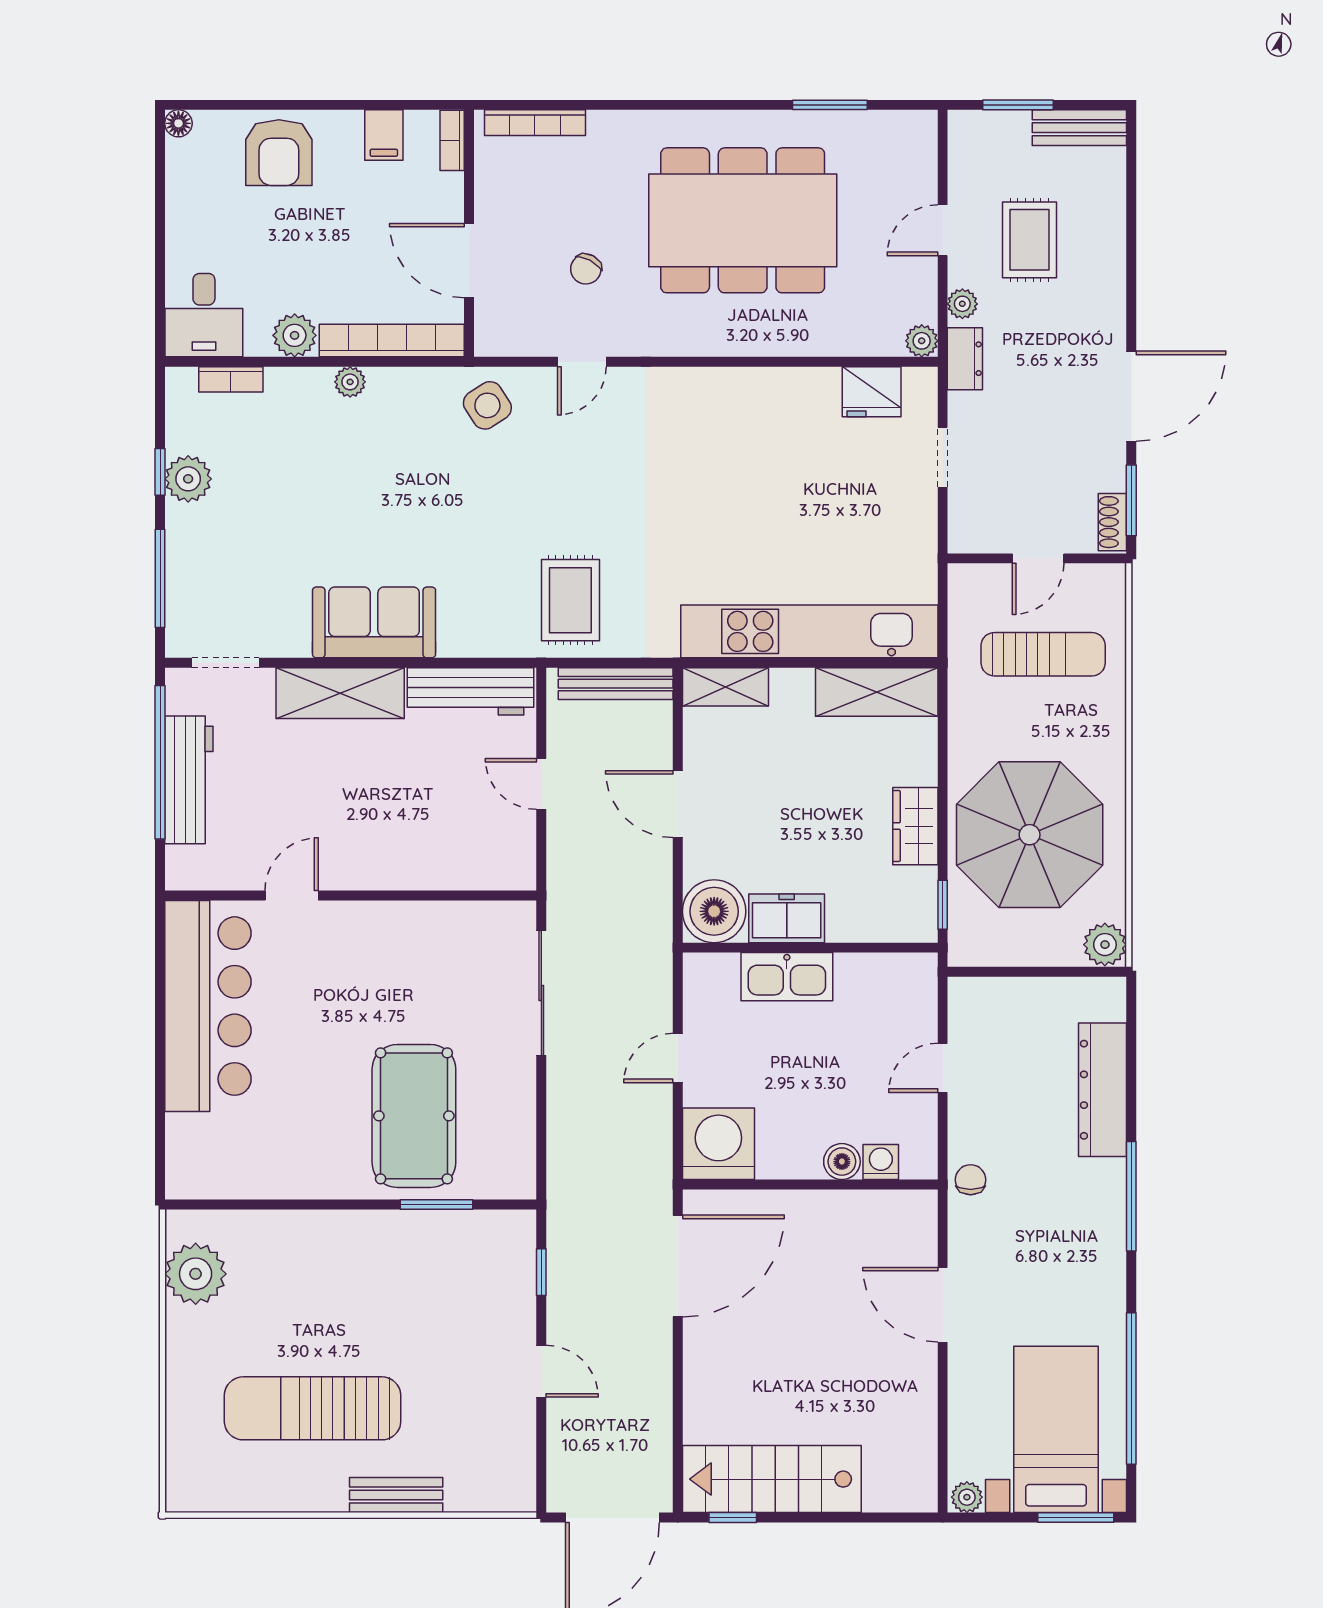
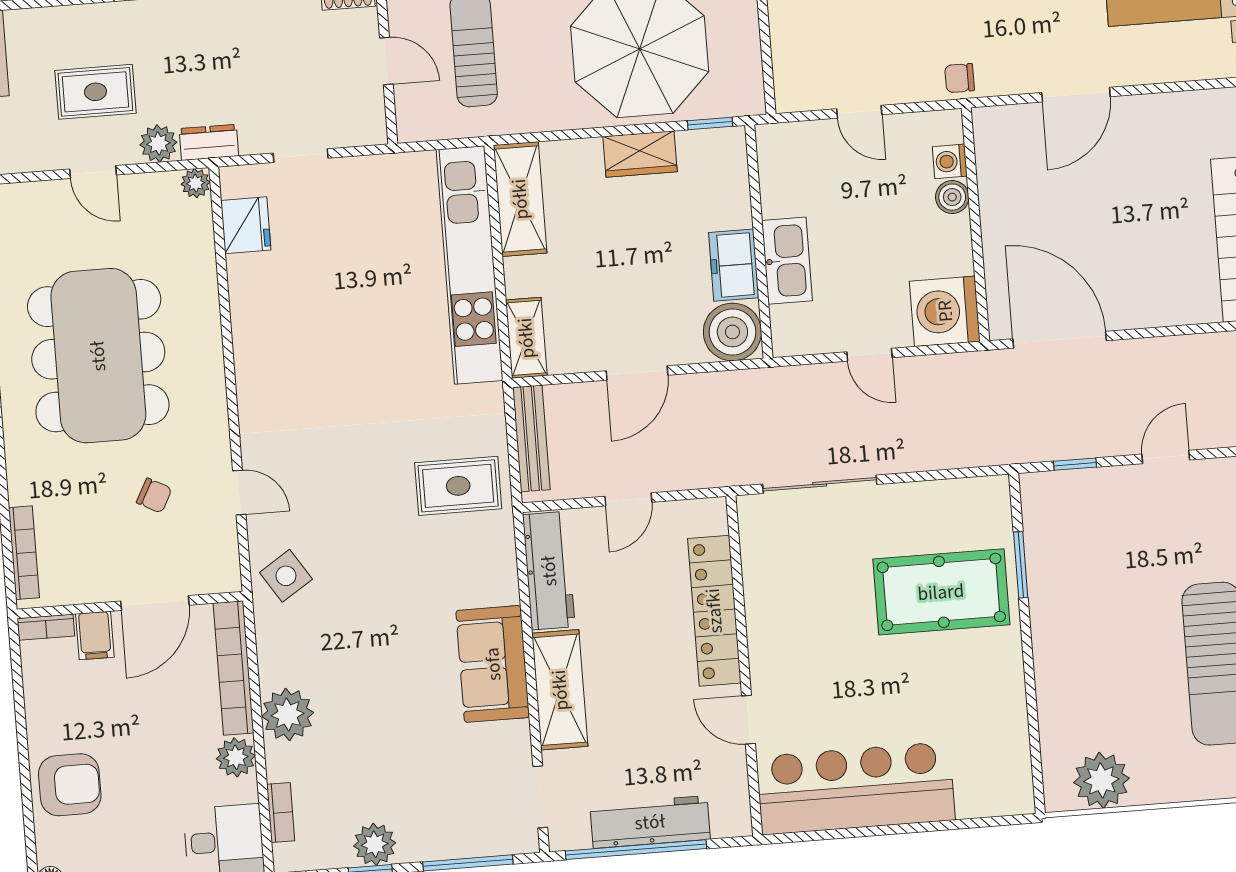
filing cabinet: (384, 135) -> (95, 635), moved, turned 90
plant: (962, 304) -> (158, 144), width x1.38, depth x1.38
plant: (350, 382) -> (288, 714), width x1.88, depth x1.88
locker: (413, 868) -> (714, 611), added

